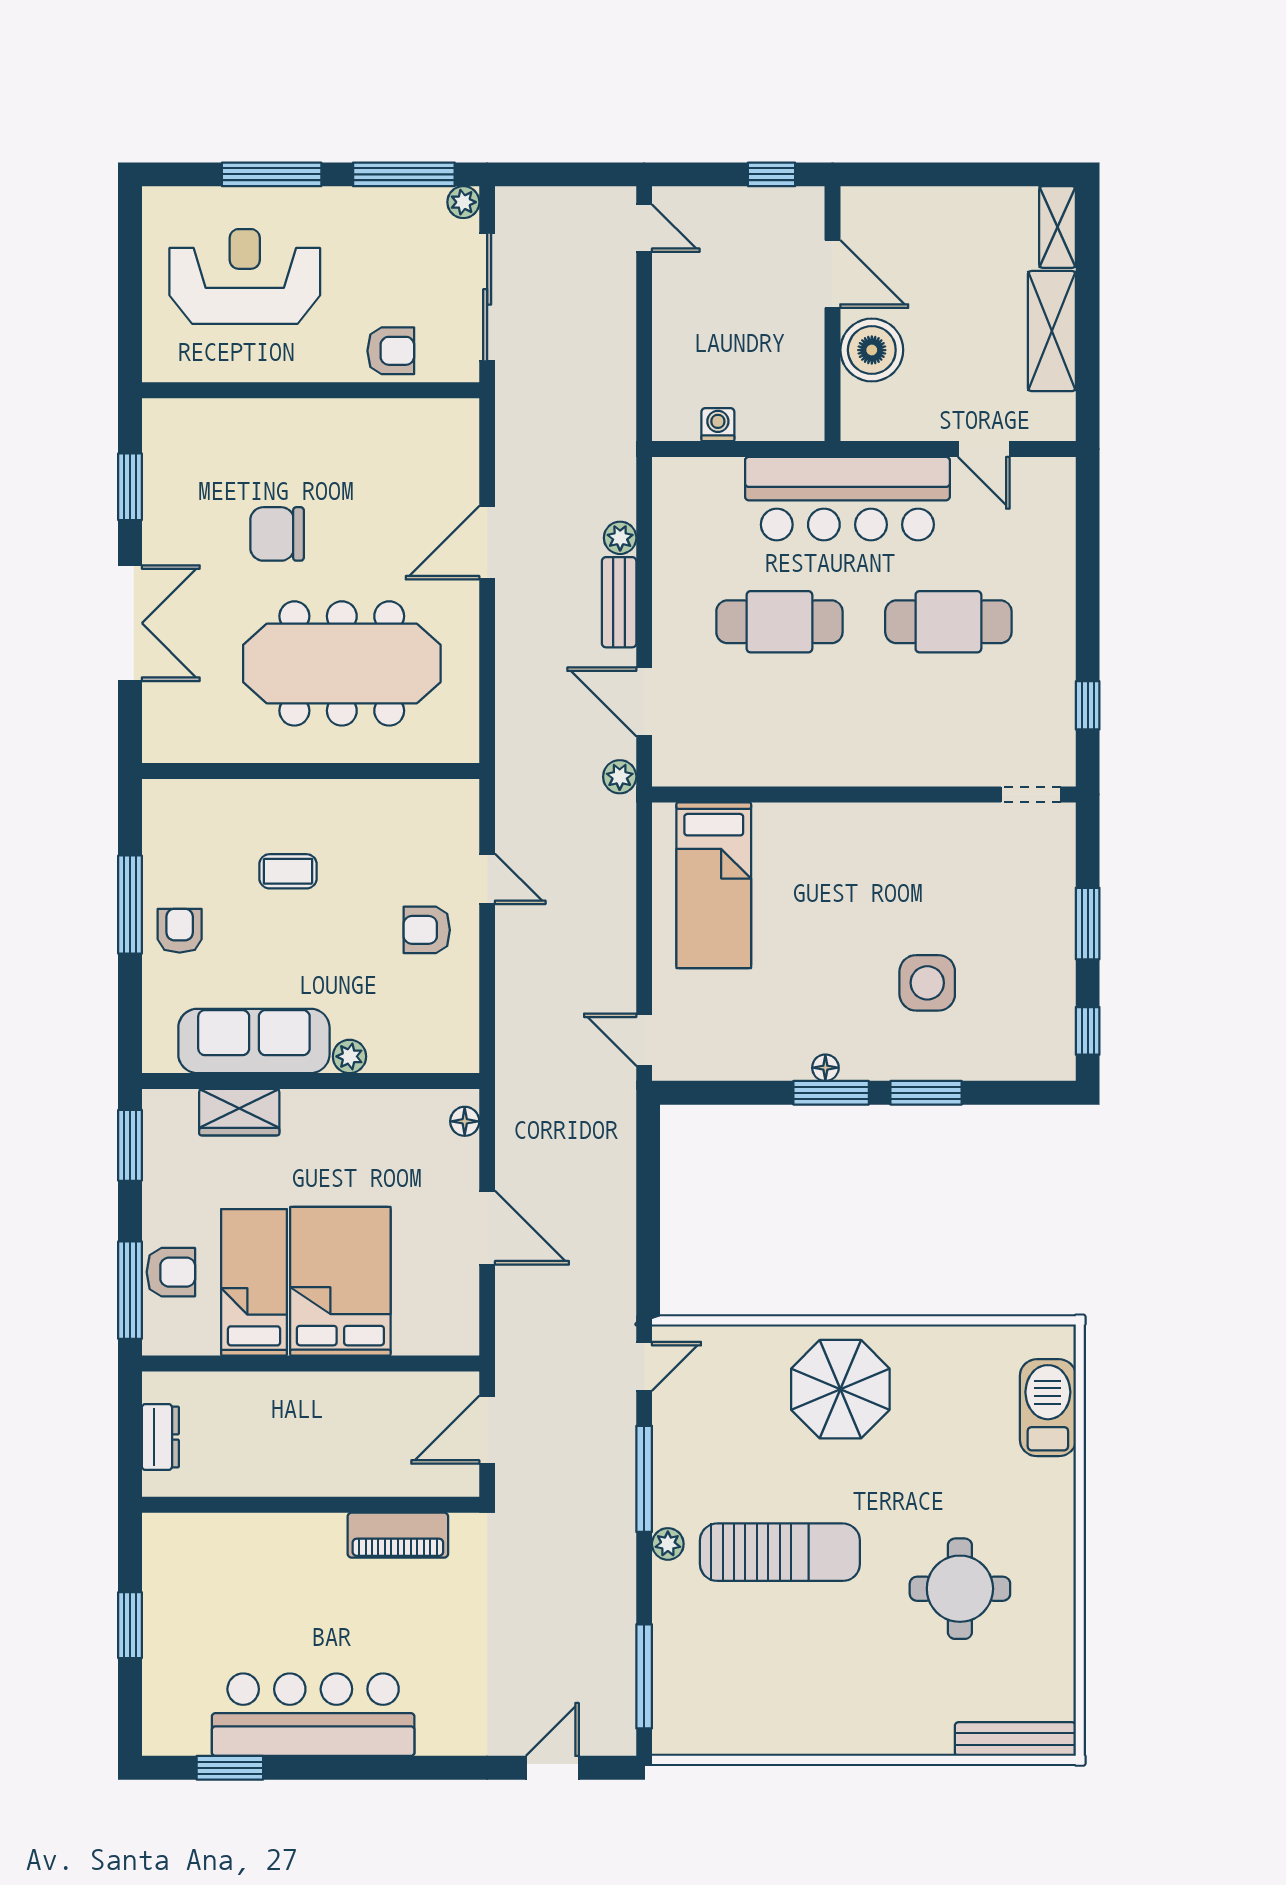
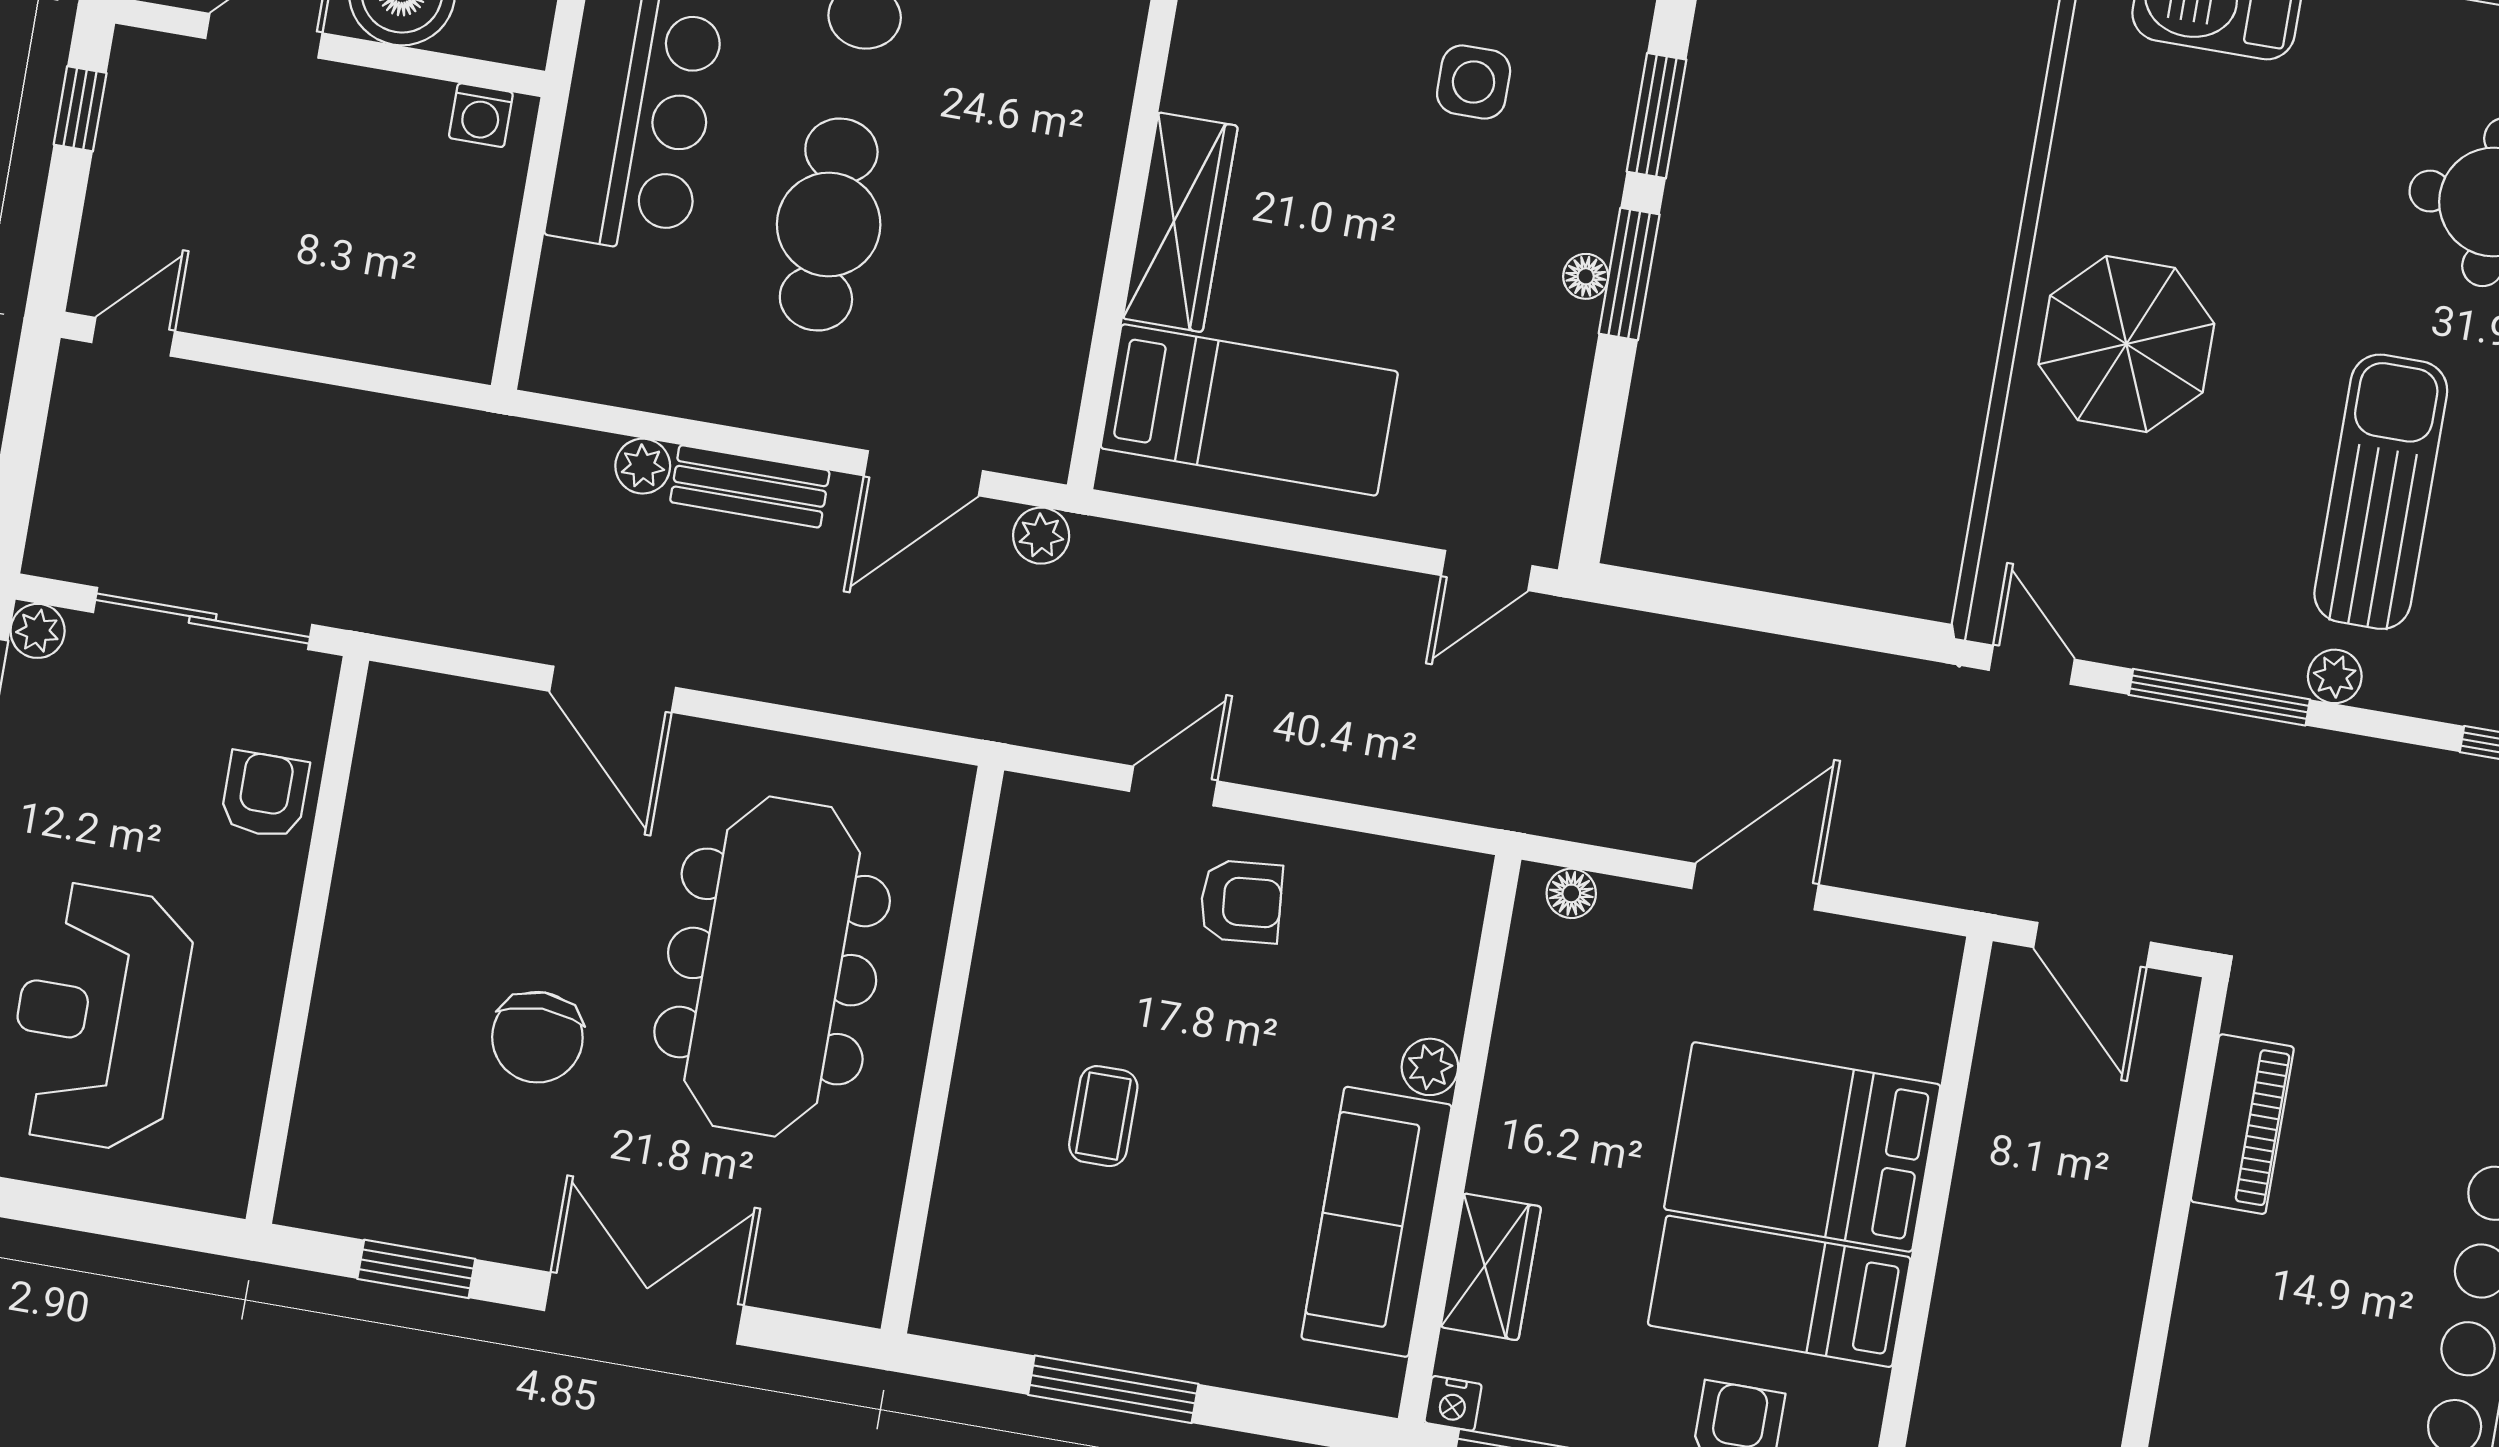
washing machine: (718, 425) -> (481, 115), moved, turned -90
wardrobe: (816, 826) -> (1180, 222), added
armchair: (427, 930) -> (1241, 902), turned -95
armchair: (180, 931) -> (1171, 1314), removed
side table: (927, 983) -> (1474, 82), width x0.73, depth x0.73
nightstand: (156, 1104) -> (1453, 1403), added

